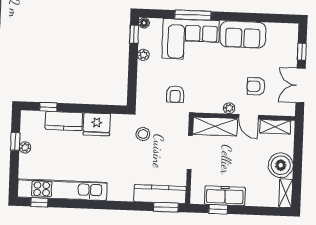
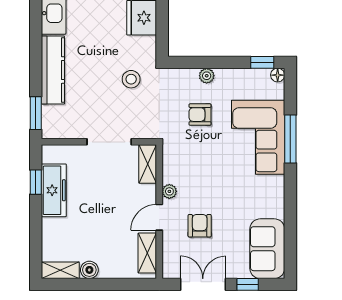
sofa: (243, 35) -> (267, 249), moved
plant: (143, 55) -> (207, 76), moved
armchair: (175, 94) -> (200, 115), moved
shelving: (215, 126) -> (148, 164), width x0.67, depth x0.75
boiler: (281, 165) -> (89, 270), width x0.54, depth x0.54
kitchen counter: (160, 194) -> (53, 70), moved

